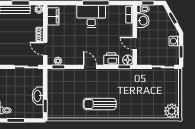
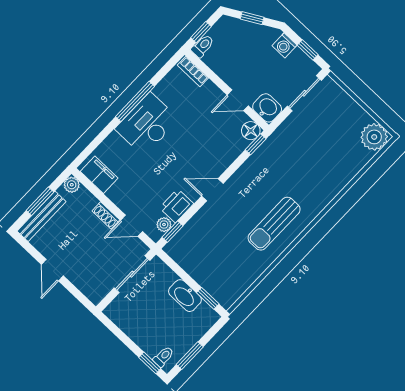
washbasin: (143, 21) -> (267, 108), moved
printer: (111, 59) -> (177, 206), moved

